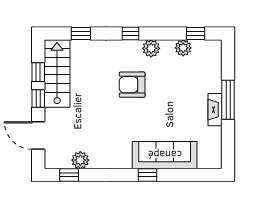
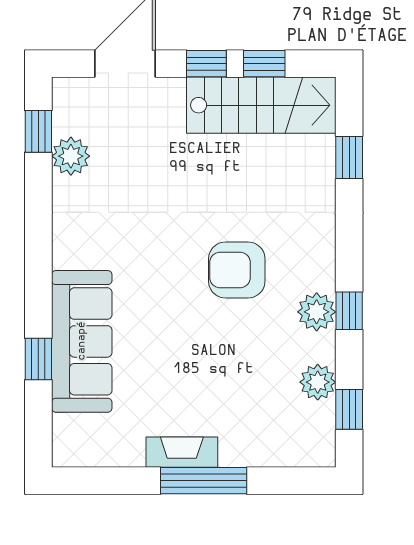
window: (130, 34) -> (349, 311), moved
armchair: (132, 85) -> (237, 270), turned -90
window: (147, 175) -> (38, 359), moved

